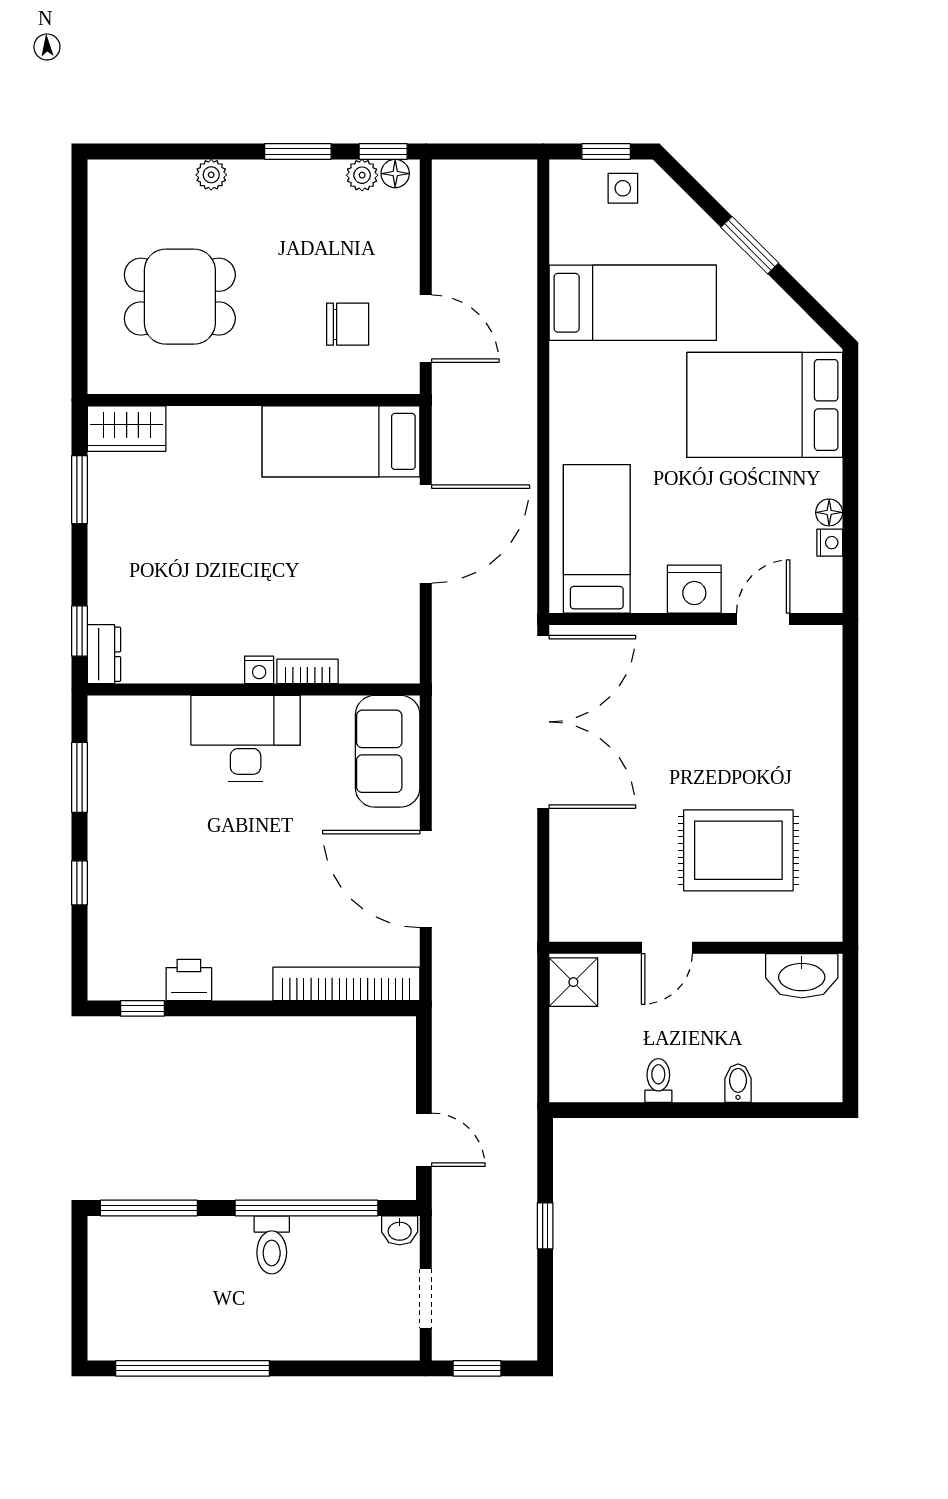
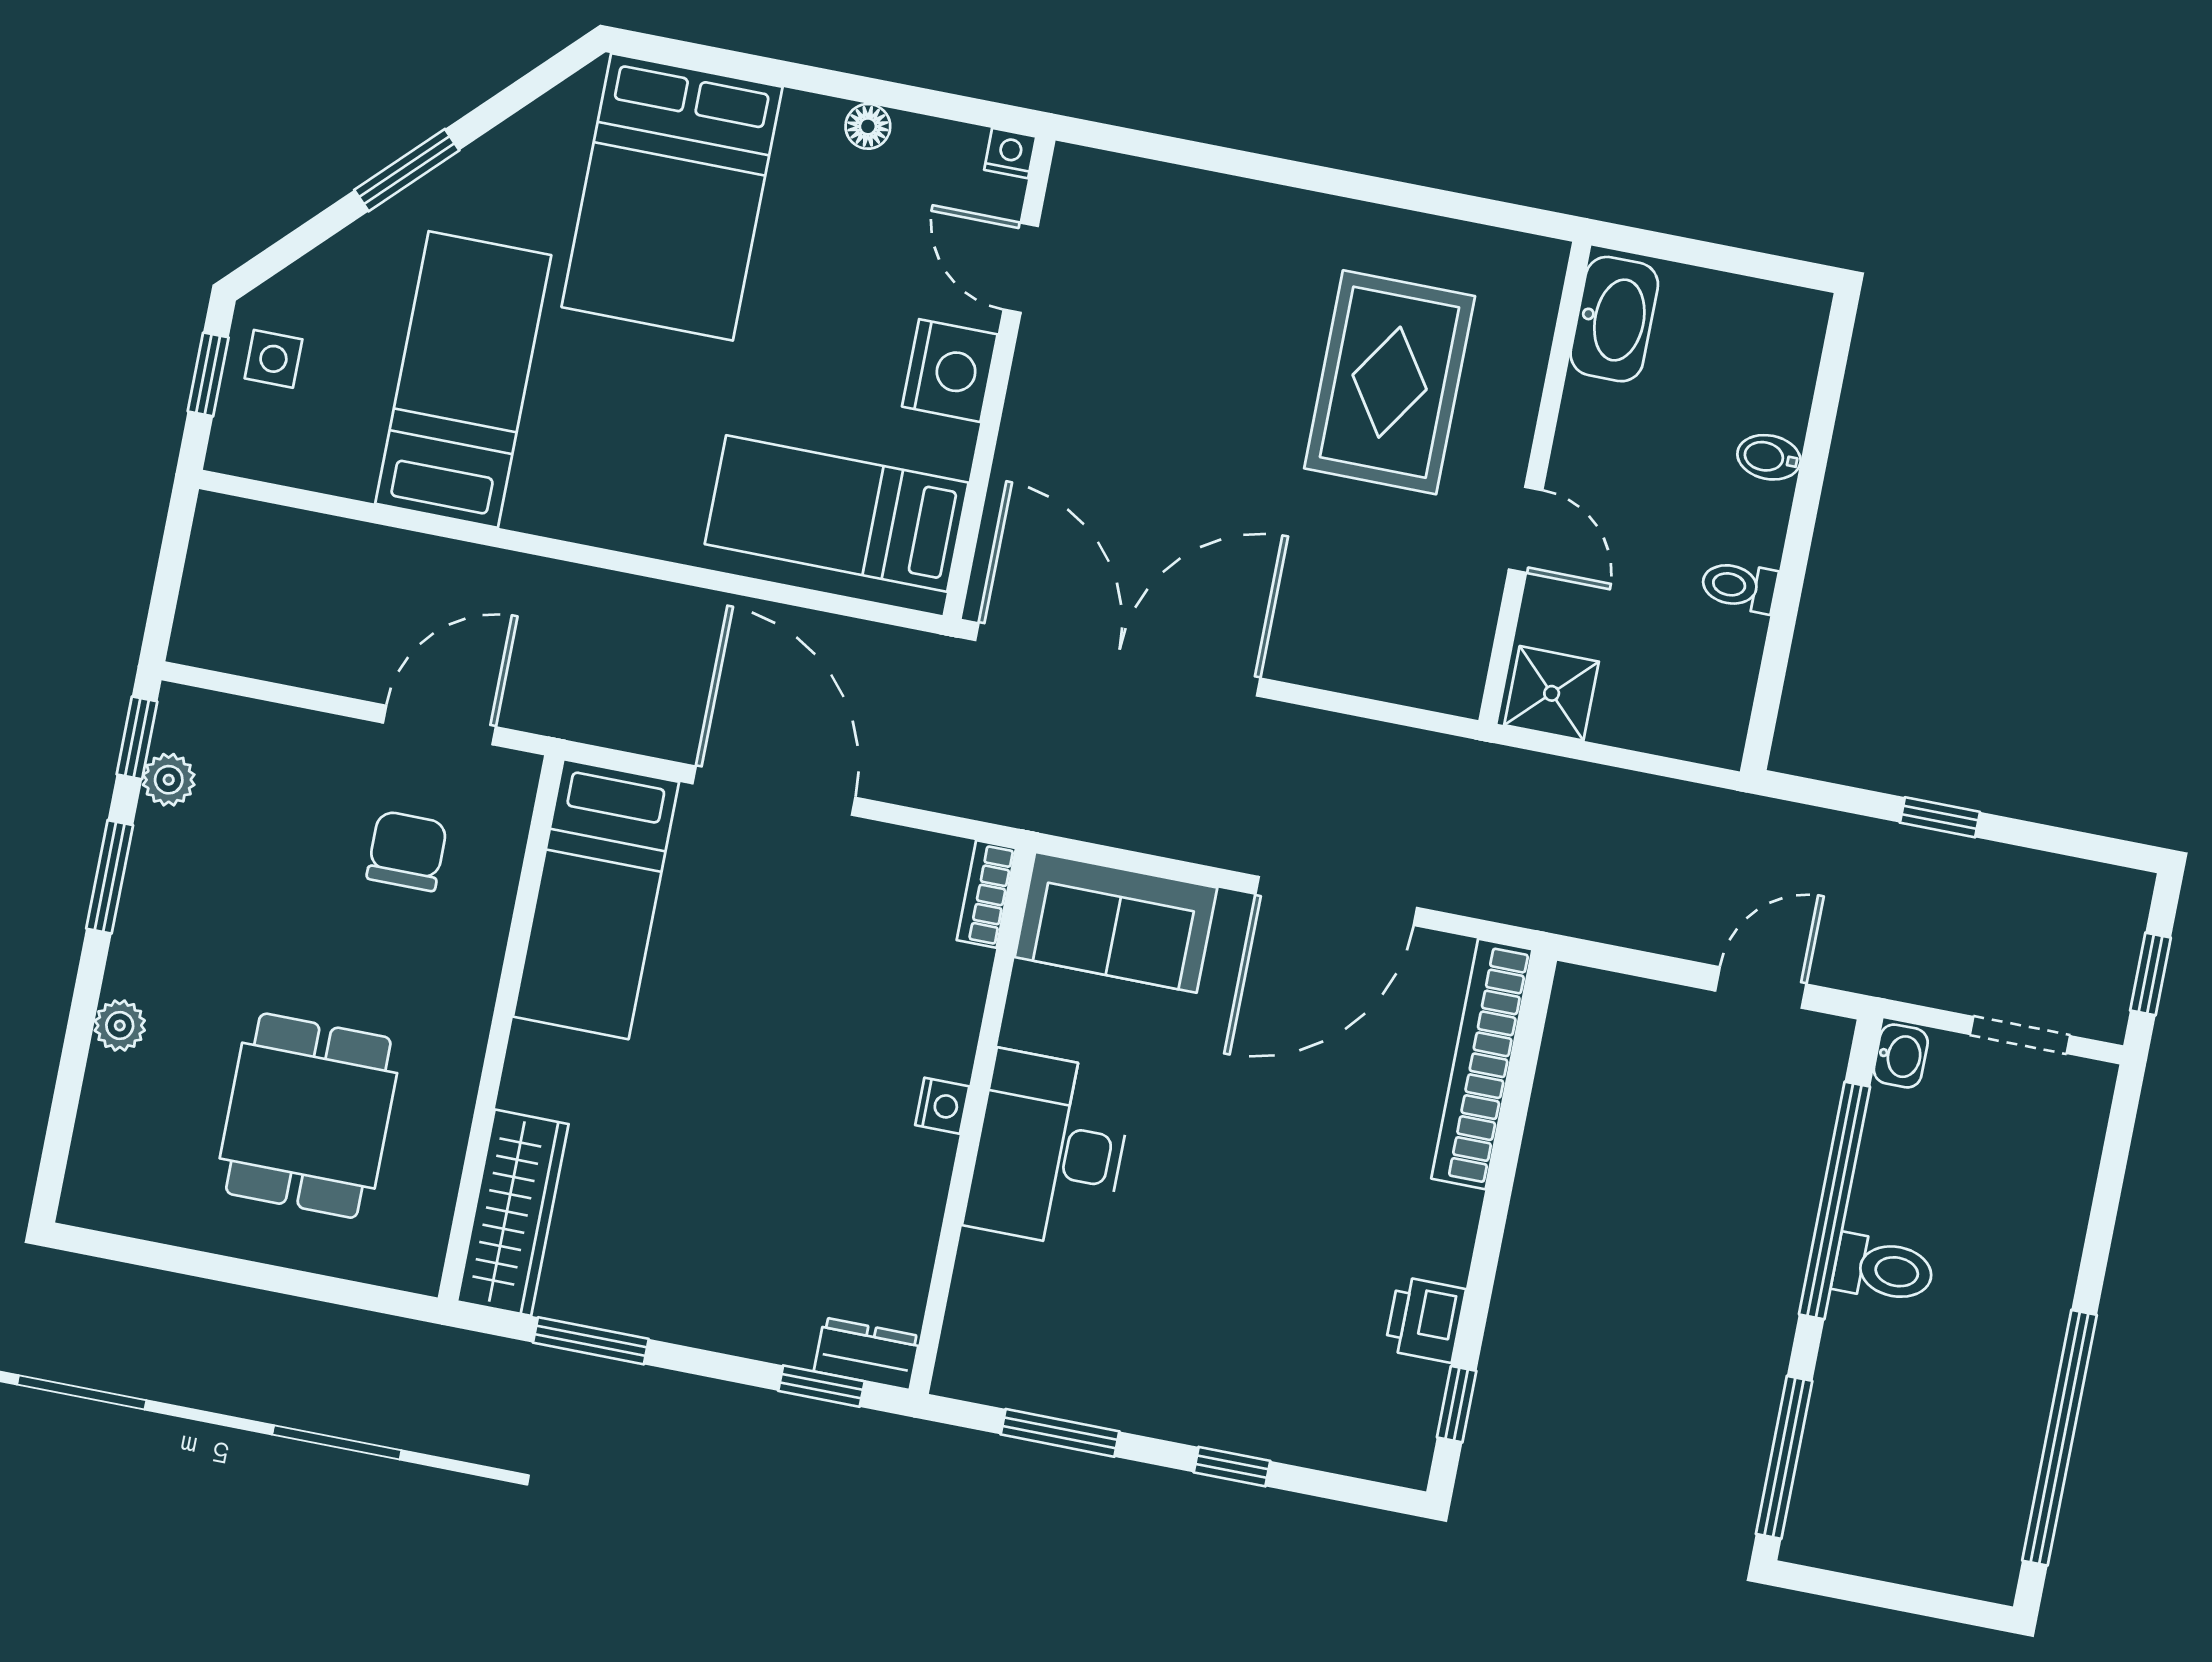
floor lamp: (395, 174) -> (177, 725), removed
wardrobe: (127, 429) -> (513, 1213), width x1.50
nightstand: (830, 543) -> (1010, 153), moved
bookcase: (307, 671) -> (986, 894), moved

